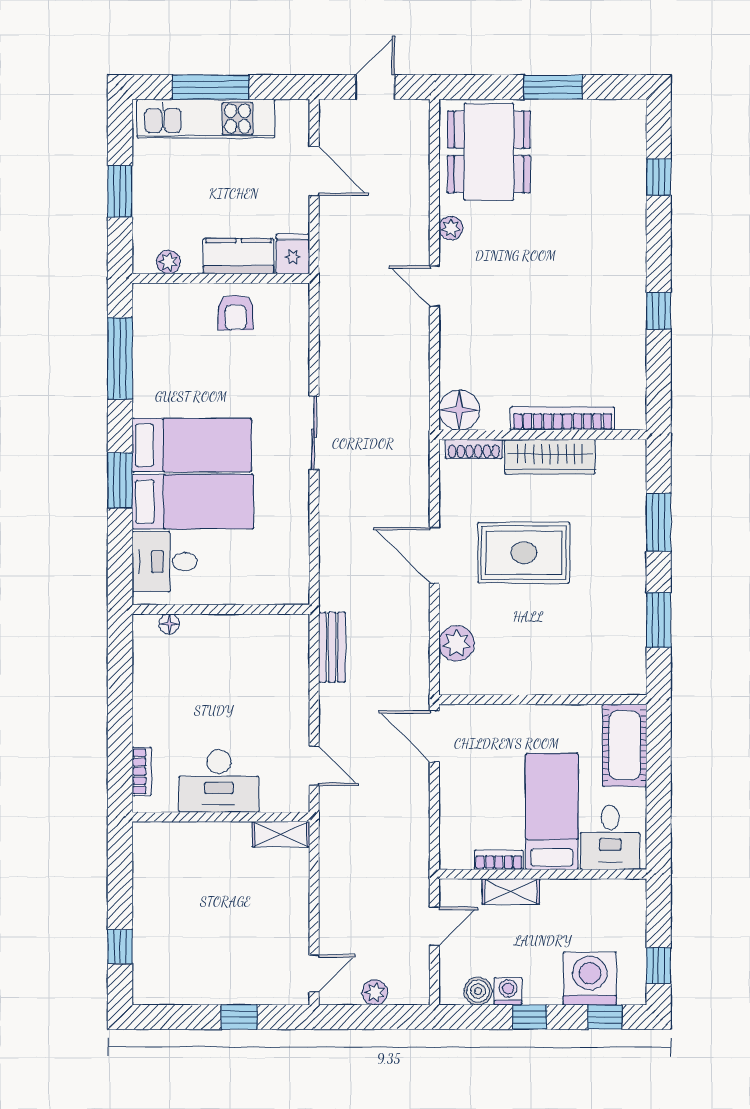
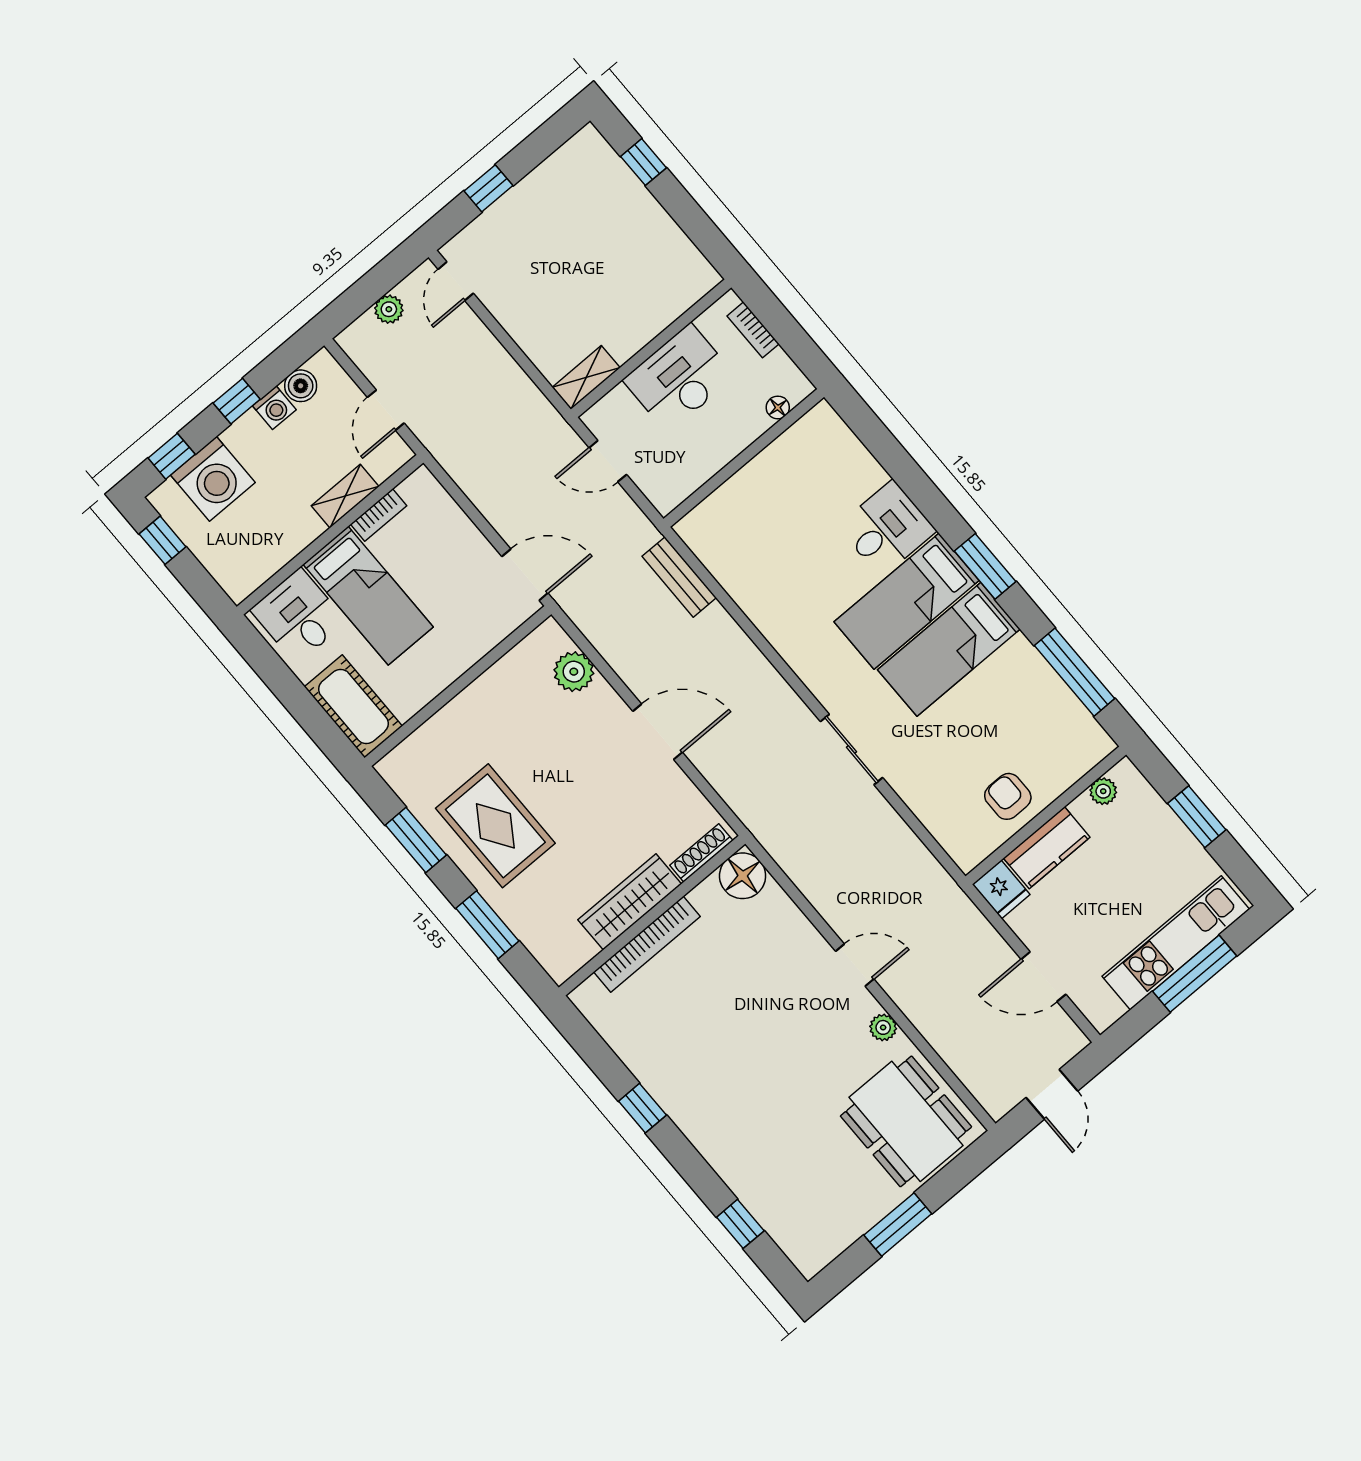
rug: (524, 553) -> (495, 826), moved, turned 90
wall: (221, 609) -> (744, 458), moved
floor lamp: (169, 624) -> (778, 407), moved

